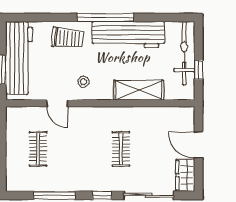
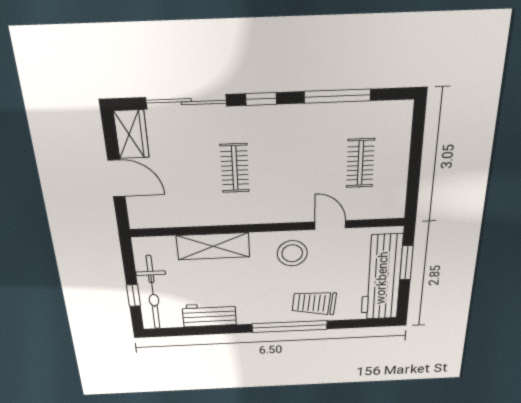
window: (105, 17) -> (290, 327), moved
workbench: (128, 35) -> (209, 315), width x0.53, depth x0.76
window: (199, 70) -> (133, 295), moved
stool: (84, 82) -> (292, 253), width x1.89, depth x1.89

